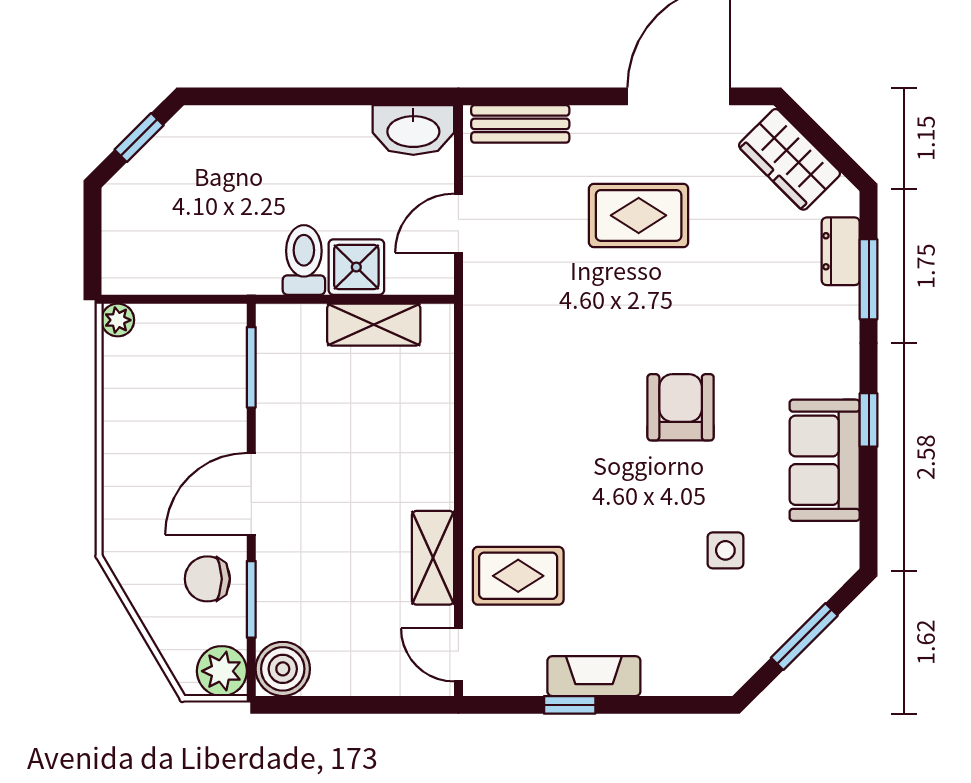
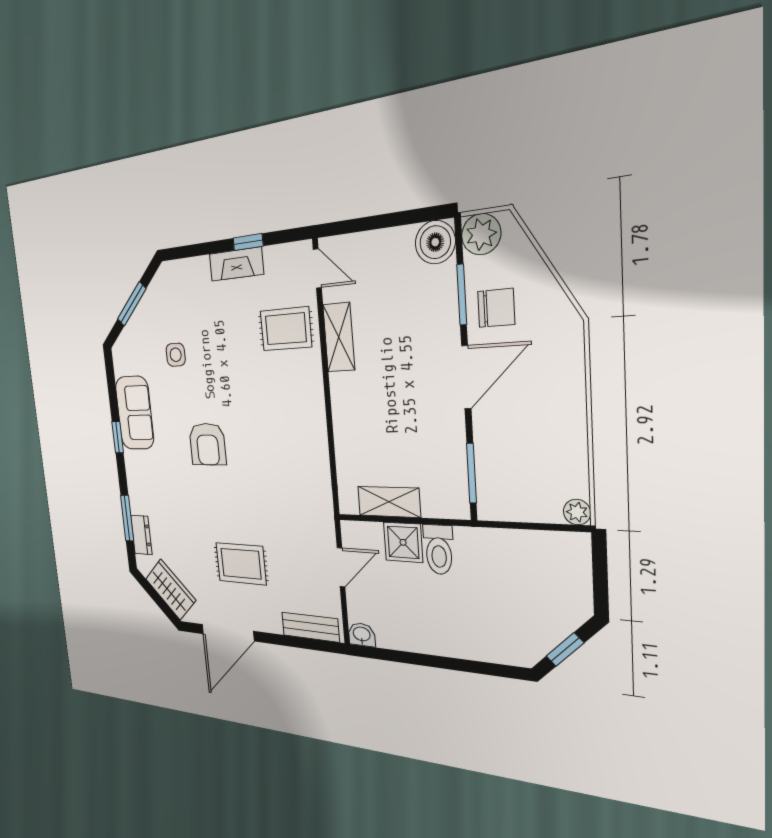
washbasin: (413, 130) -> (362, 635), width x0.52, depth x0.69

